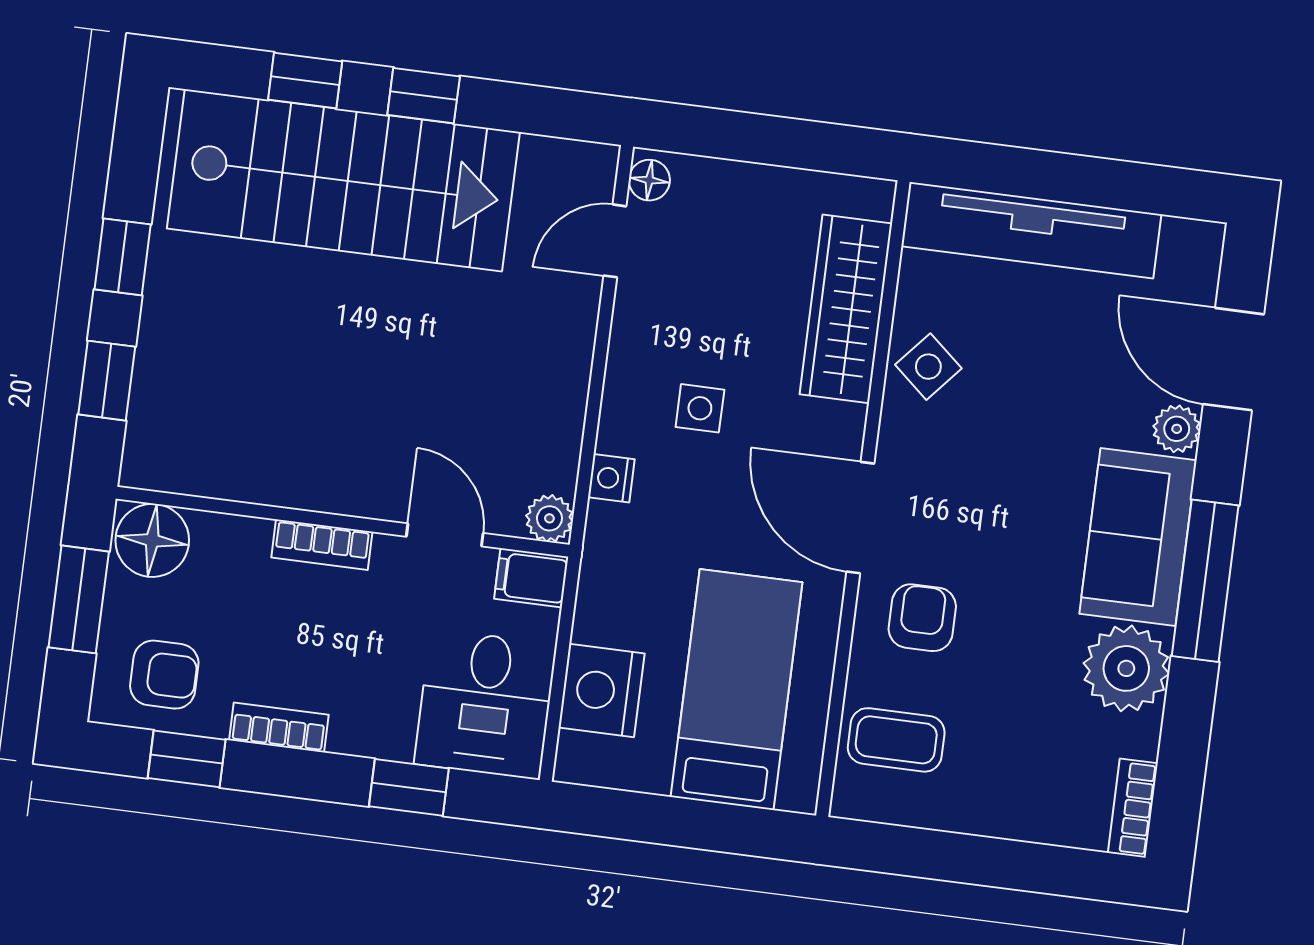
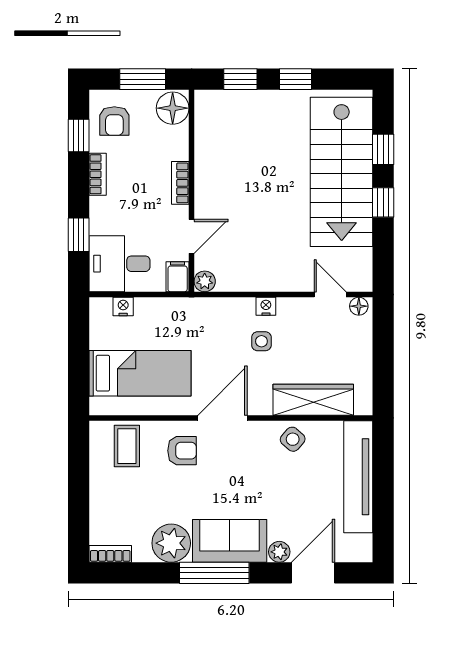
nightstand: (611, 478) -> (266, 306), moved
nightstand: (602, 691) -> (123, 306), width x0.53, depth x0.56

